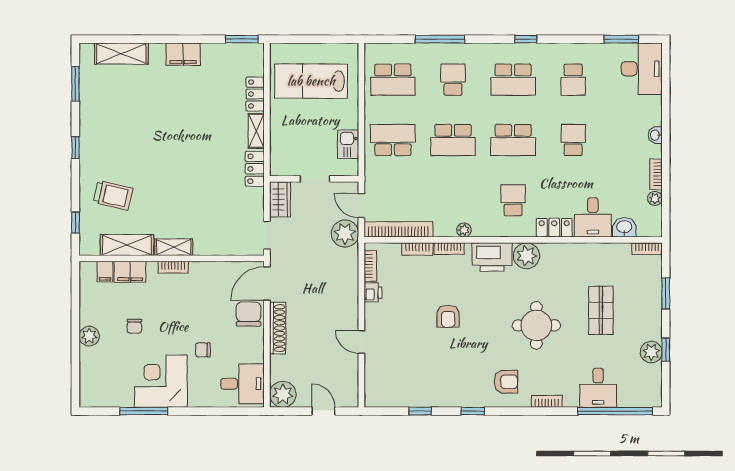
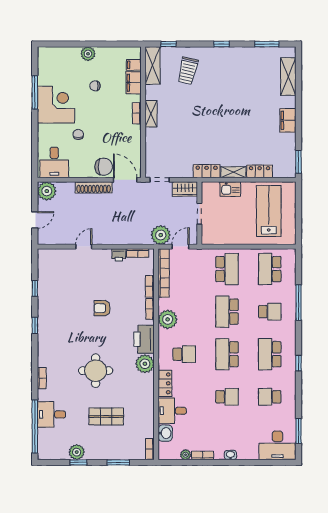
kitchen sink: (348, 144) -> (230, 189), moved, turned 180
plant: (464, 230) -> (168, 319), width x1.88, depth x1.88
shelving: (127, 245) -> (153, 66), moved
armchair: (506, 382) -> (56, 349), removed

